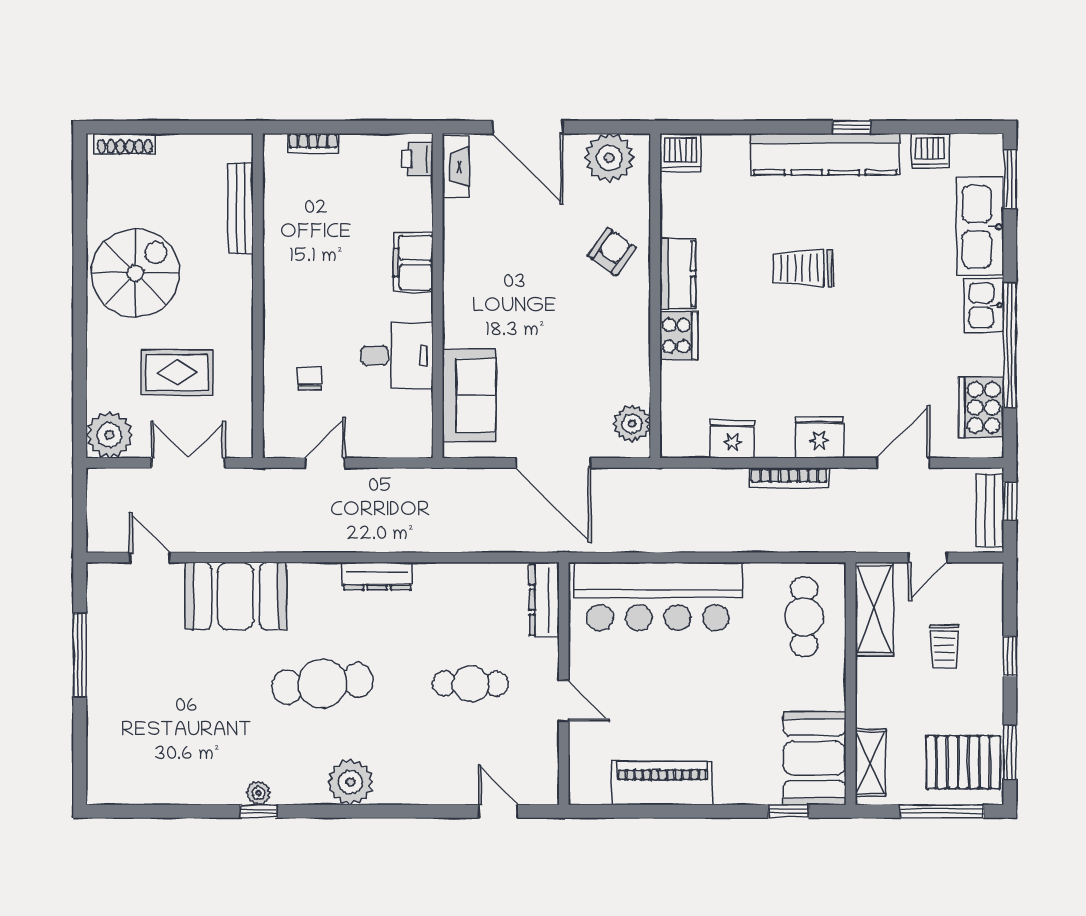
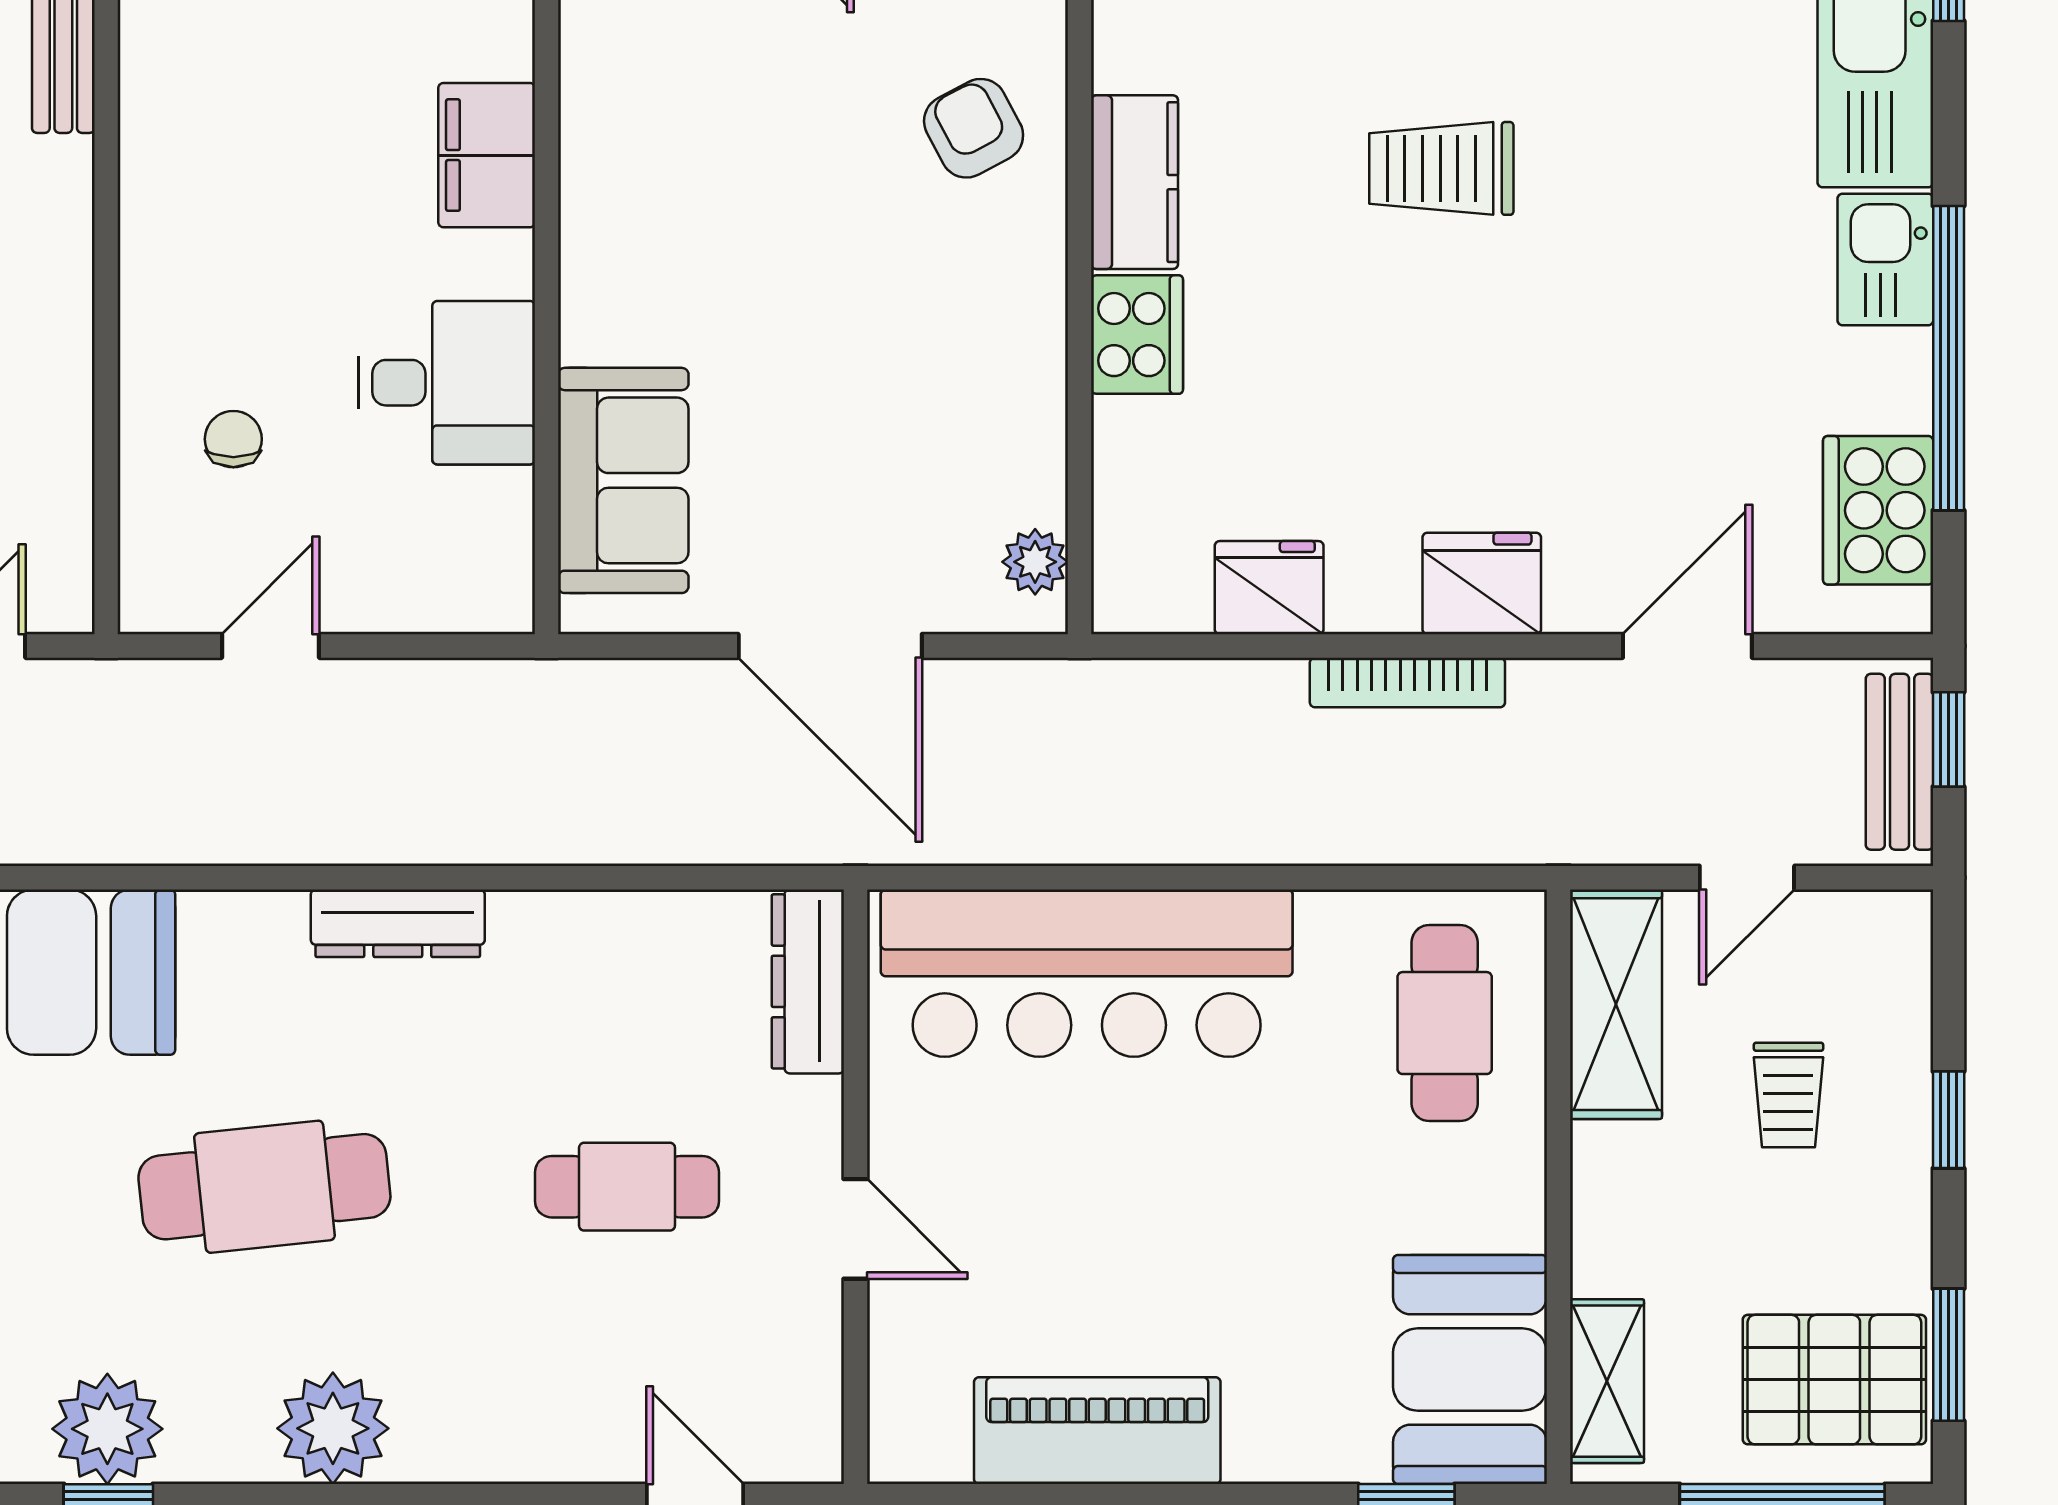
armchair: (612, 252) -> (974, 128), turned -64
plant: (632, 424) -> (1035, 562), width x0.73, depth x0.73
plant: (258, 793) -> (107, 1429), width x1.87, depth x1.87

